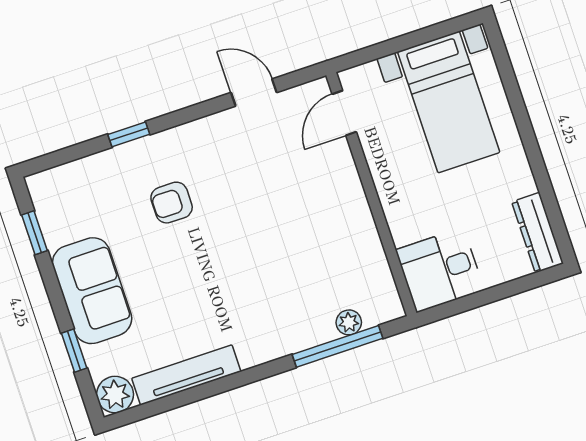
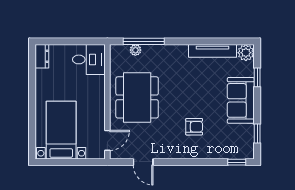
window: (129, 134) -> (237, 162), moved
dining table: (312, 224) -> (137, 97), added
dresser: (538, 233) -> (42, 56), width x0.70

